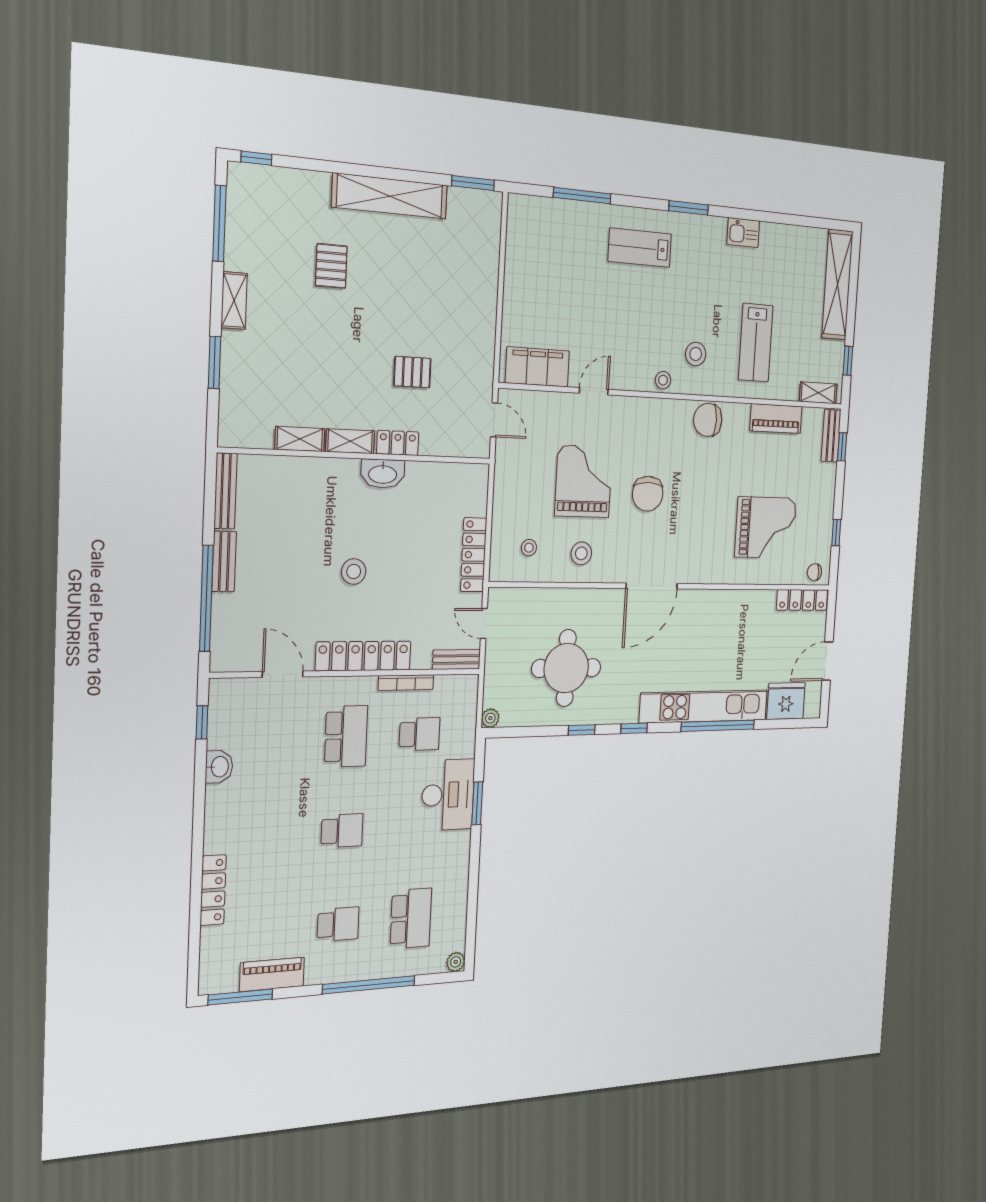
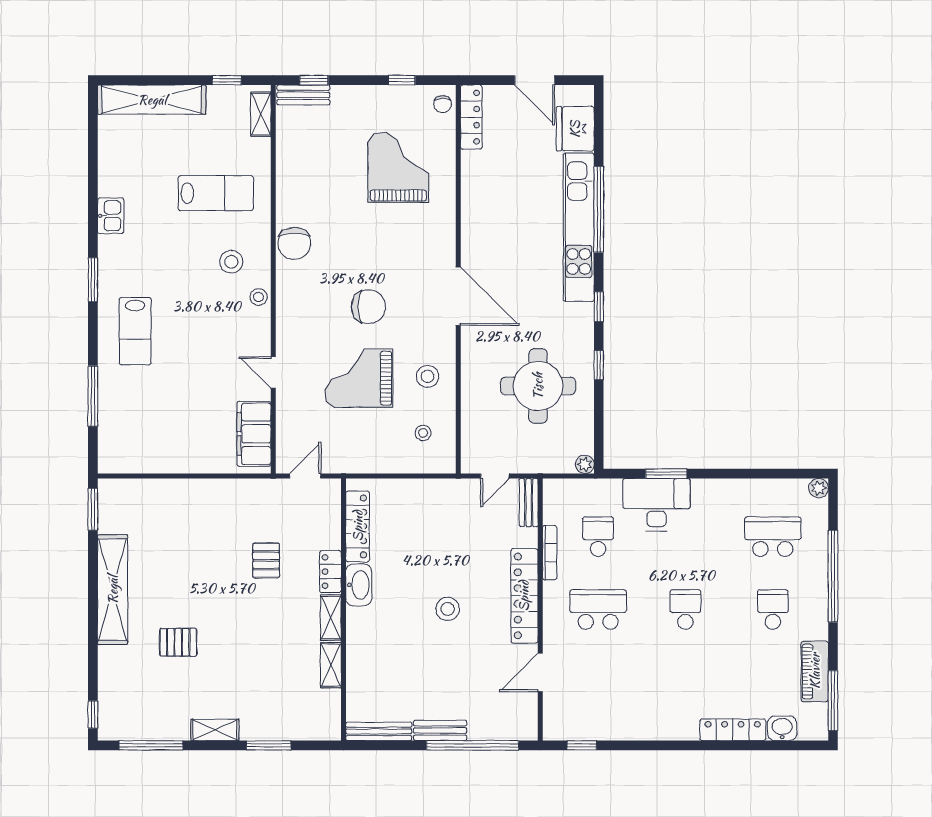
piano: (776, 419) -> (289, 163), removed
locker: (474, 555) -> (358, 526), moved, turned -90
washbasin: (219, 767) -> (782, 728), moved

